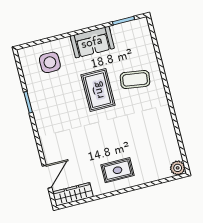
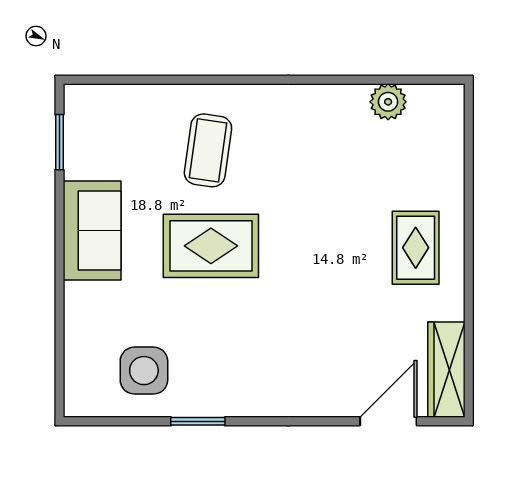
side table: (50, 62) -> (144, 371), moved
plant: (178, 168) -> (388, 102), moved
door: (47, 177) -> (388, 421), hinge flipped

